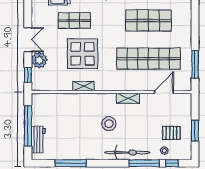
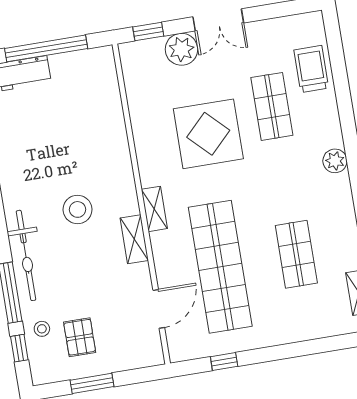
shop shelf: (148, 21) -> (296, 254), width x0.70, depth x0.74
window: (195, 64) -> (224, 361), width x0.46
shelving: (83, 86) -> (154, 209), moved
door: (164, 92) -> (159, 309), hinge flipped

